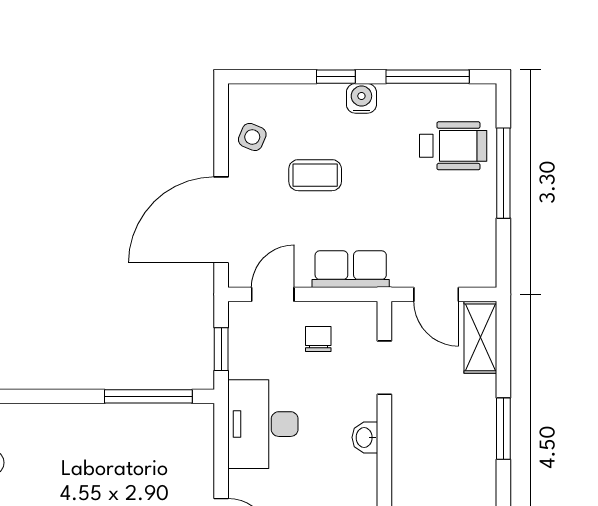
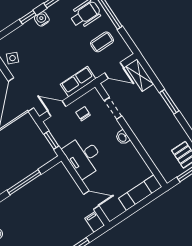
coffee table: (315, 175) -> (102, 42), moved
door: (273, 294) -> (57, 109), hinge flipped
window: (148, 396) -> (24, 182), moved

